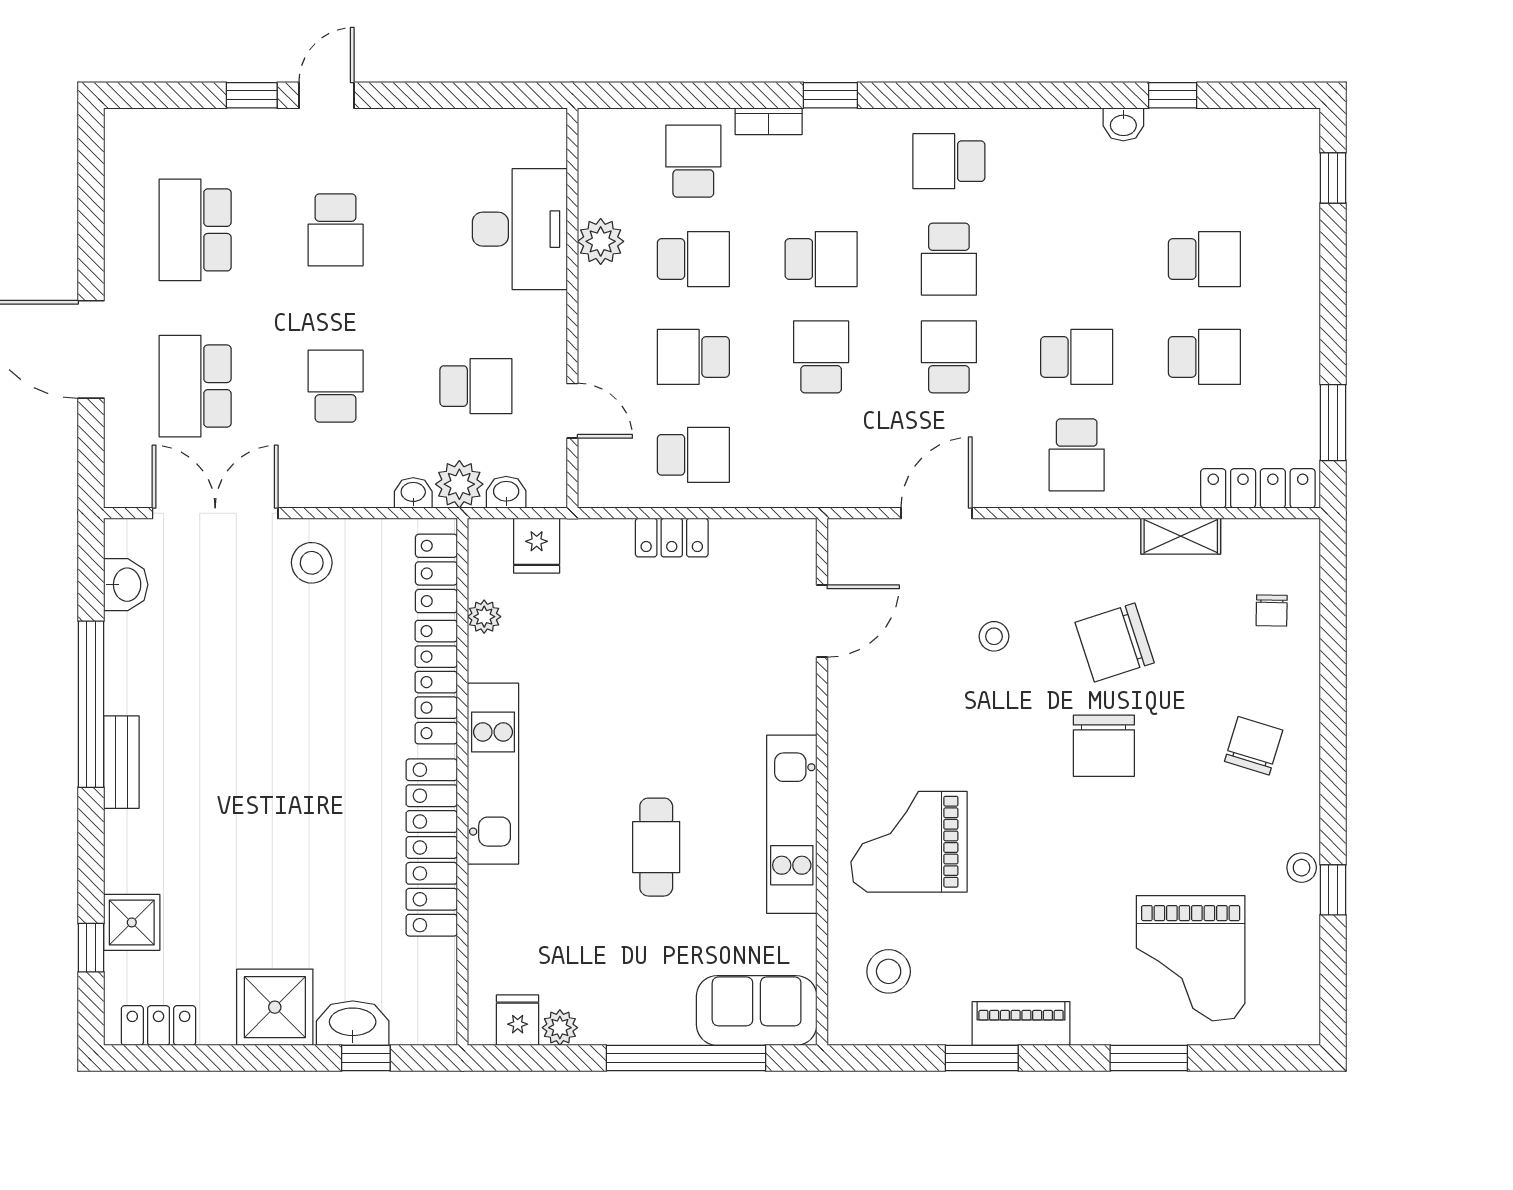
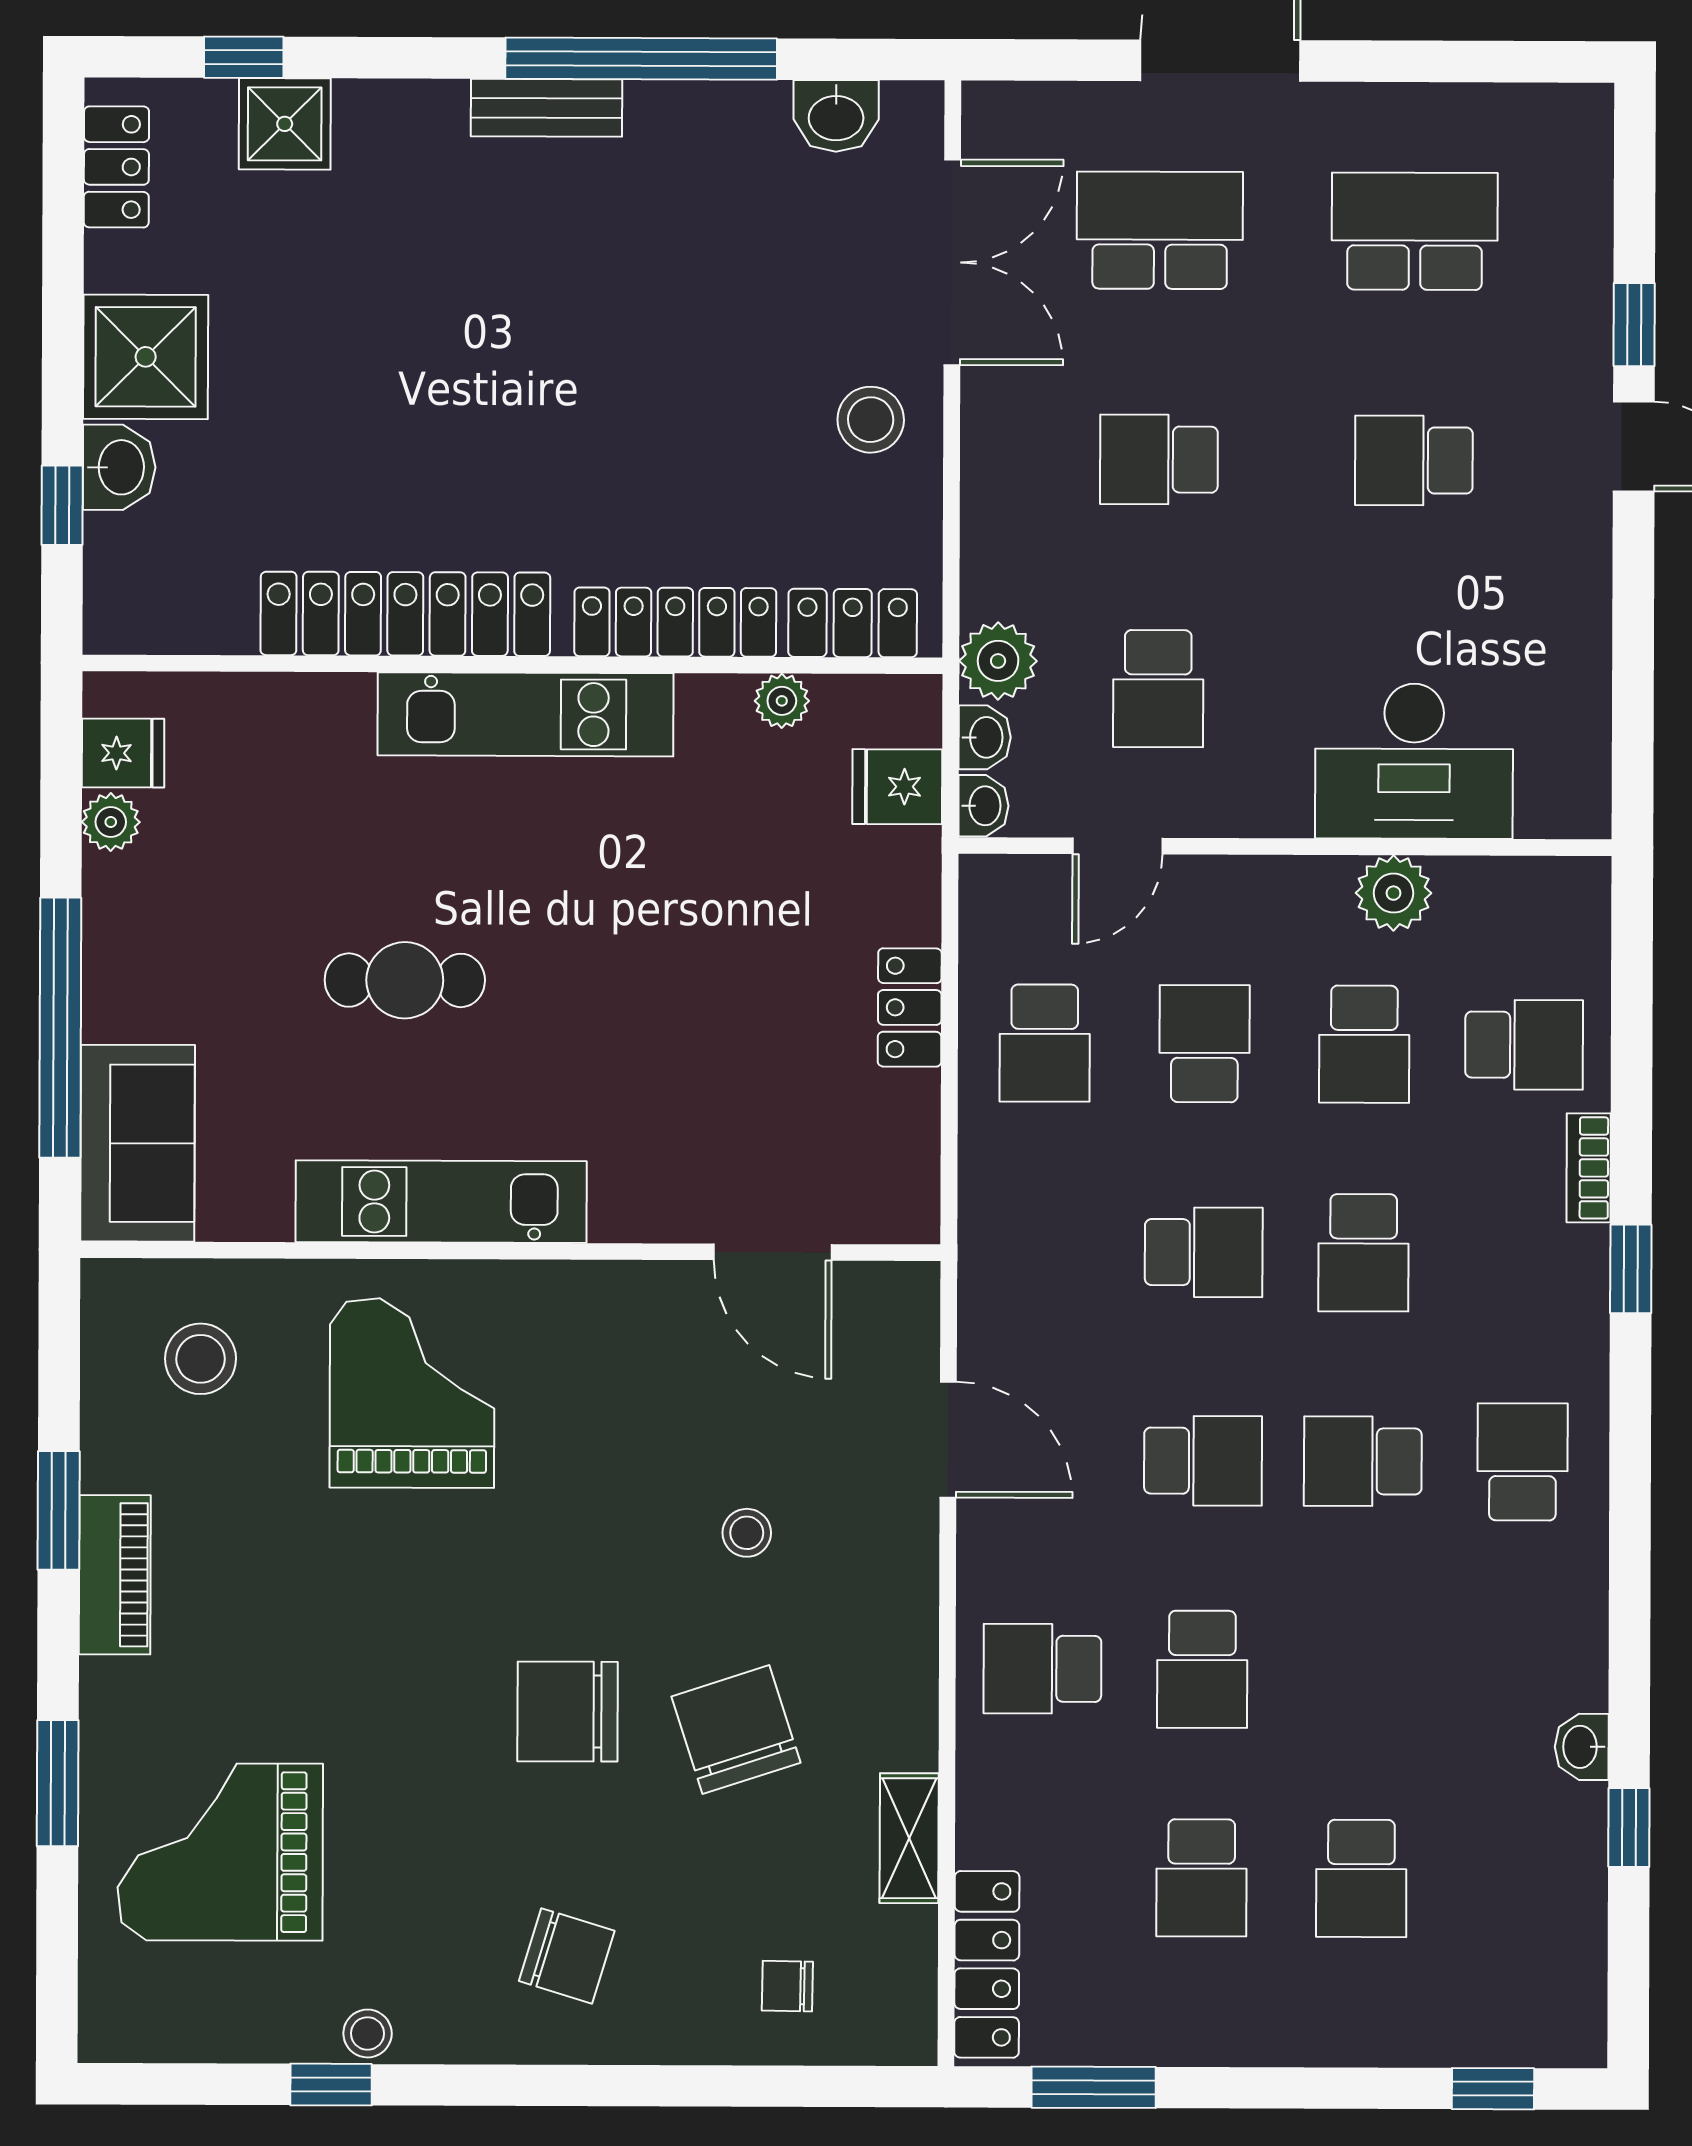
school desk: (336, 386) -> (1159, 459), turned 180
washbasin: (413, 493) -> (984, 806), moved
washbasin: (353, 1023) -> (119, 467), width x0.72

